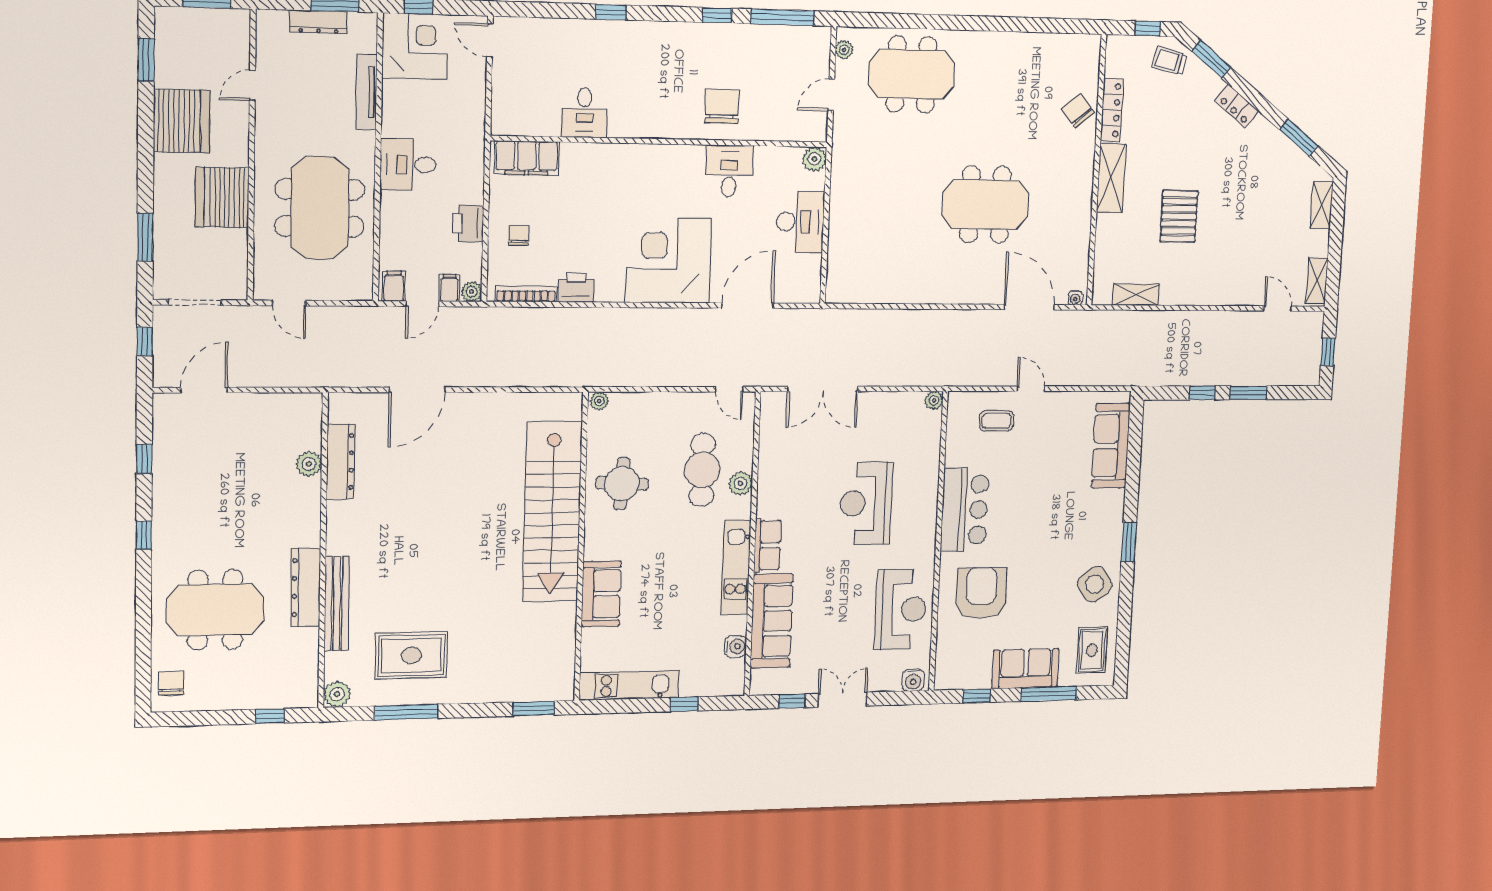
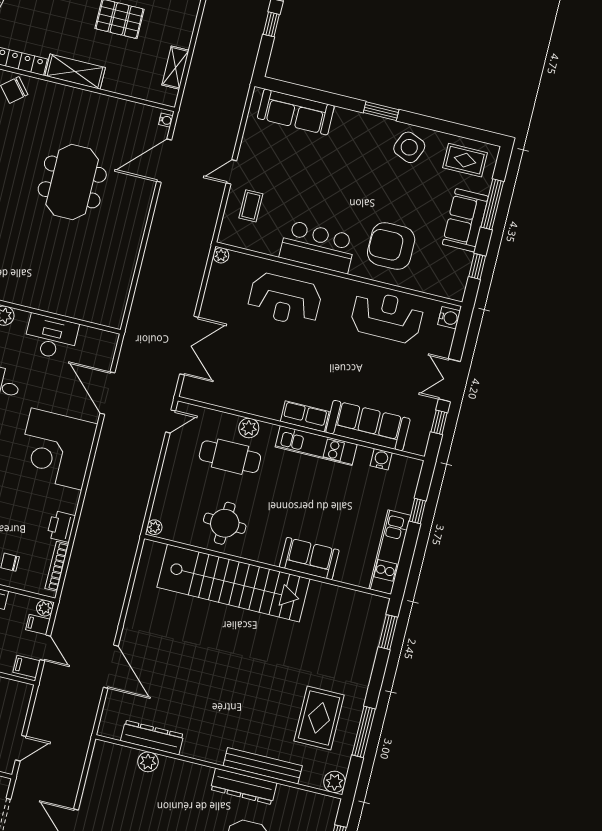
reception desk: (866, 503) -> (285, 300), moved
side table: (1095, 584) -> (409, 147), turned -30

